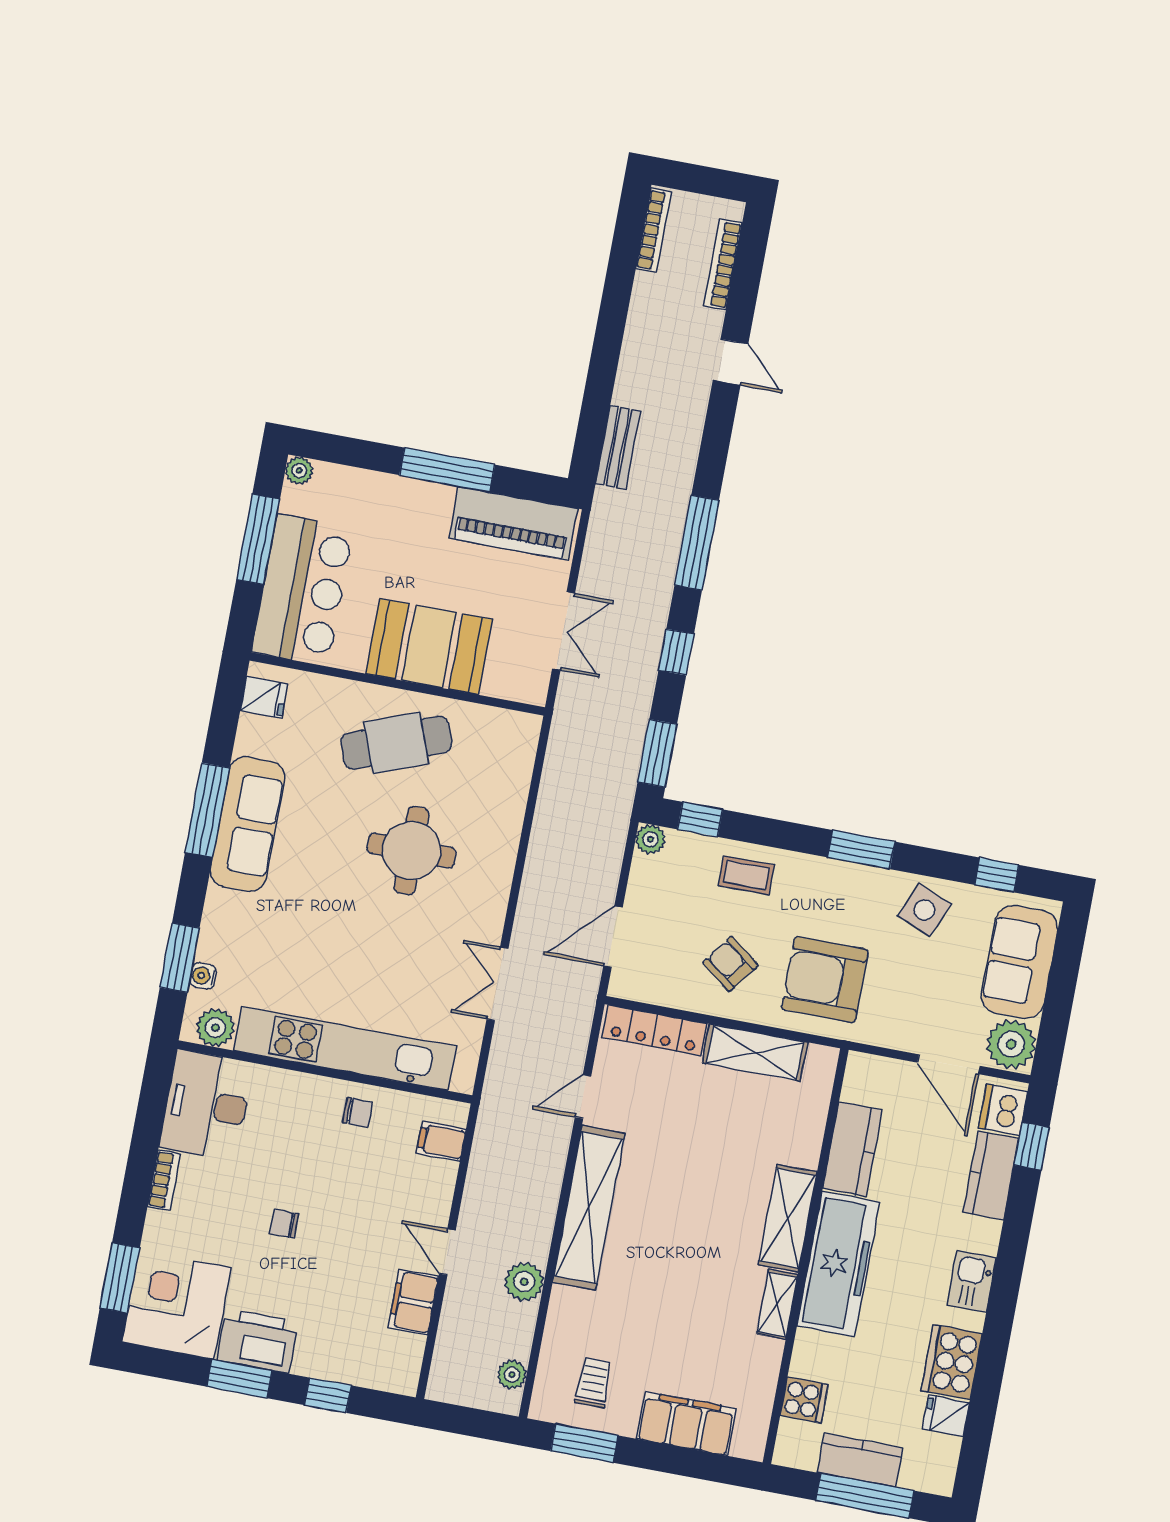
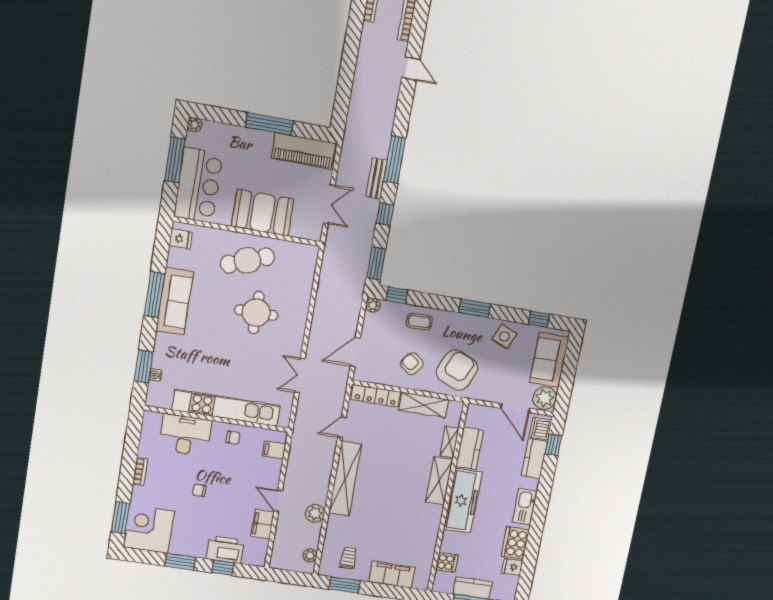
bench: (618, 447) -> (377, 178), moved
armchair: (825, 980) -> (457, 370), turned 113
plant: (215, 1028) -> (162, 399), removed
desk: (206, 1105) -> (185, 435), moved, turned 90
kitchen sink: (972, 1281) -> (525, 507), width x1.38
shelving: (777, 1304) -> (449, 442), moved
printer: (258, 1341) -> (225, 550), moved

